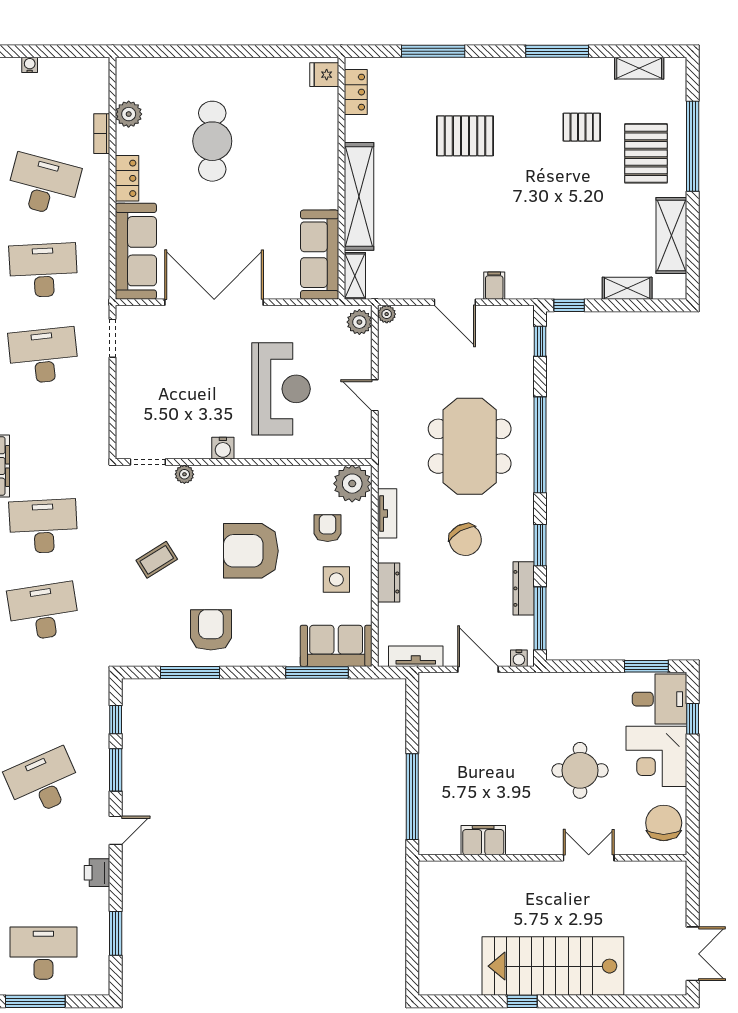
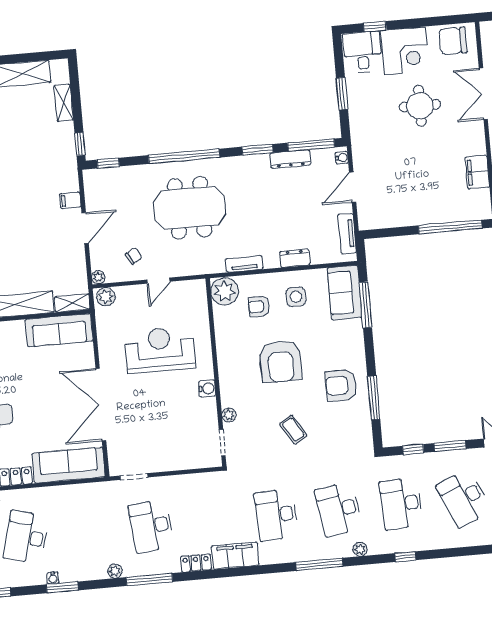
desk: (43, 270) -> (401, 504), moved
chair: (465, 540) -> (134, 256), moved, width x0.54, depth x0.54
window: (646, 666) -> (342, 94), moved
double door: (589, 858) -> (483, 94), width x1.37

